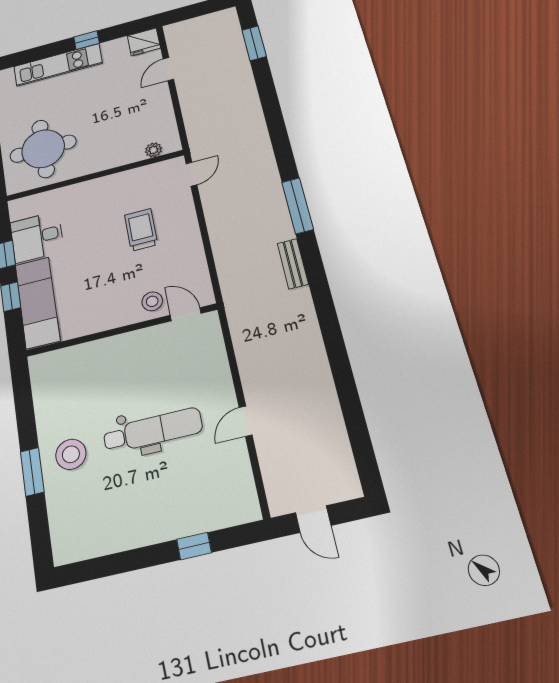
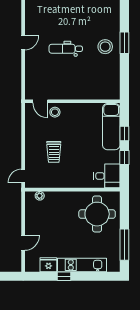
fridge: (144, 42) -> (48, 265), moved
desk: (37, 237) -> (107, 176), moved
dental chair: (153, 430) -> (66, 49), width x0.73, depth x0.72

